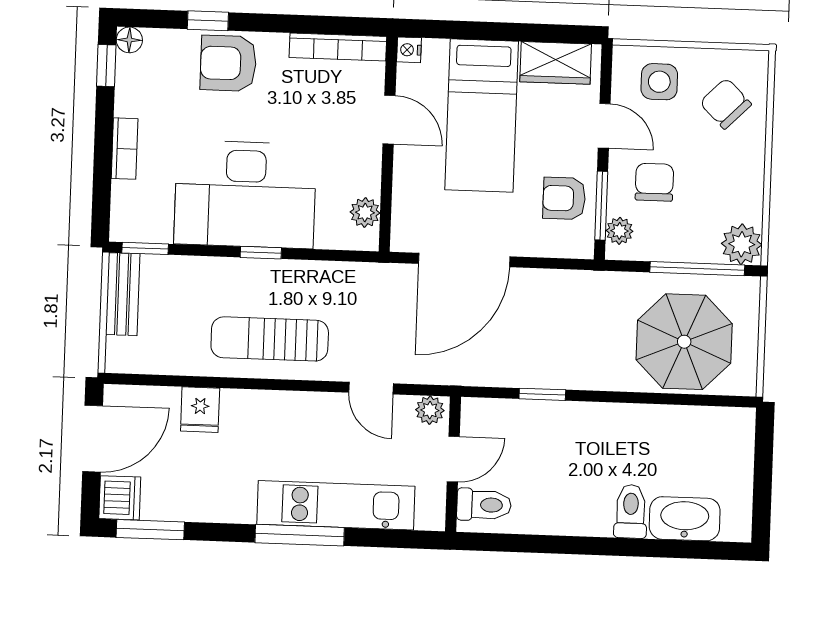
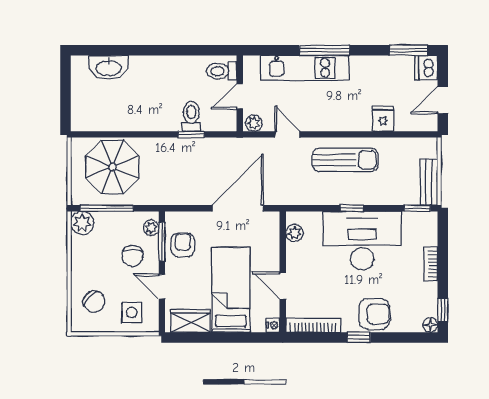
window: (208, 21) -> (359, 337), moved
armchair: (564, 198) -> (183, 245), turned -90
door: (93, 439) -> (443, 100), width x0.73
toilet: (631, 511) -> (191, 116), moved, turned 180

